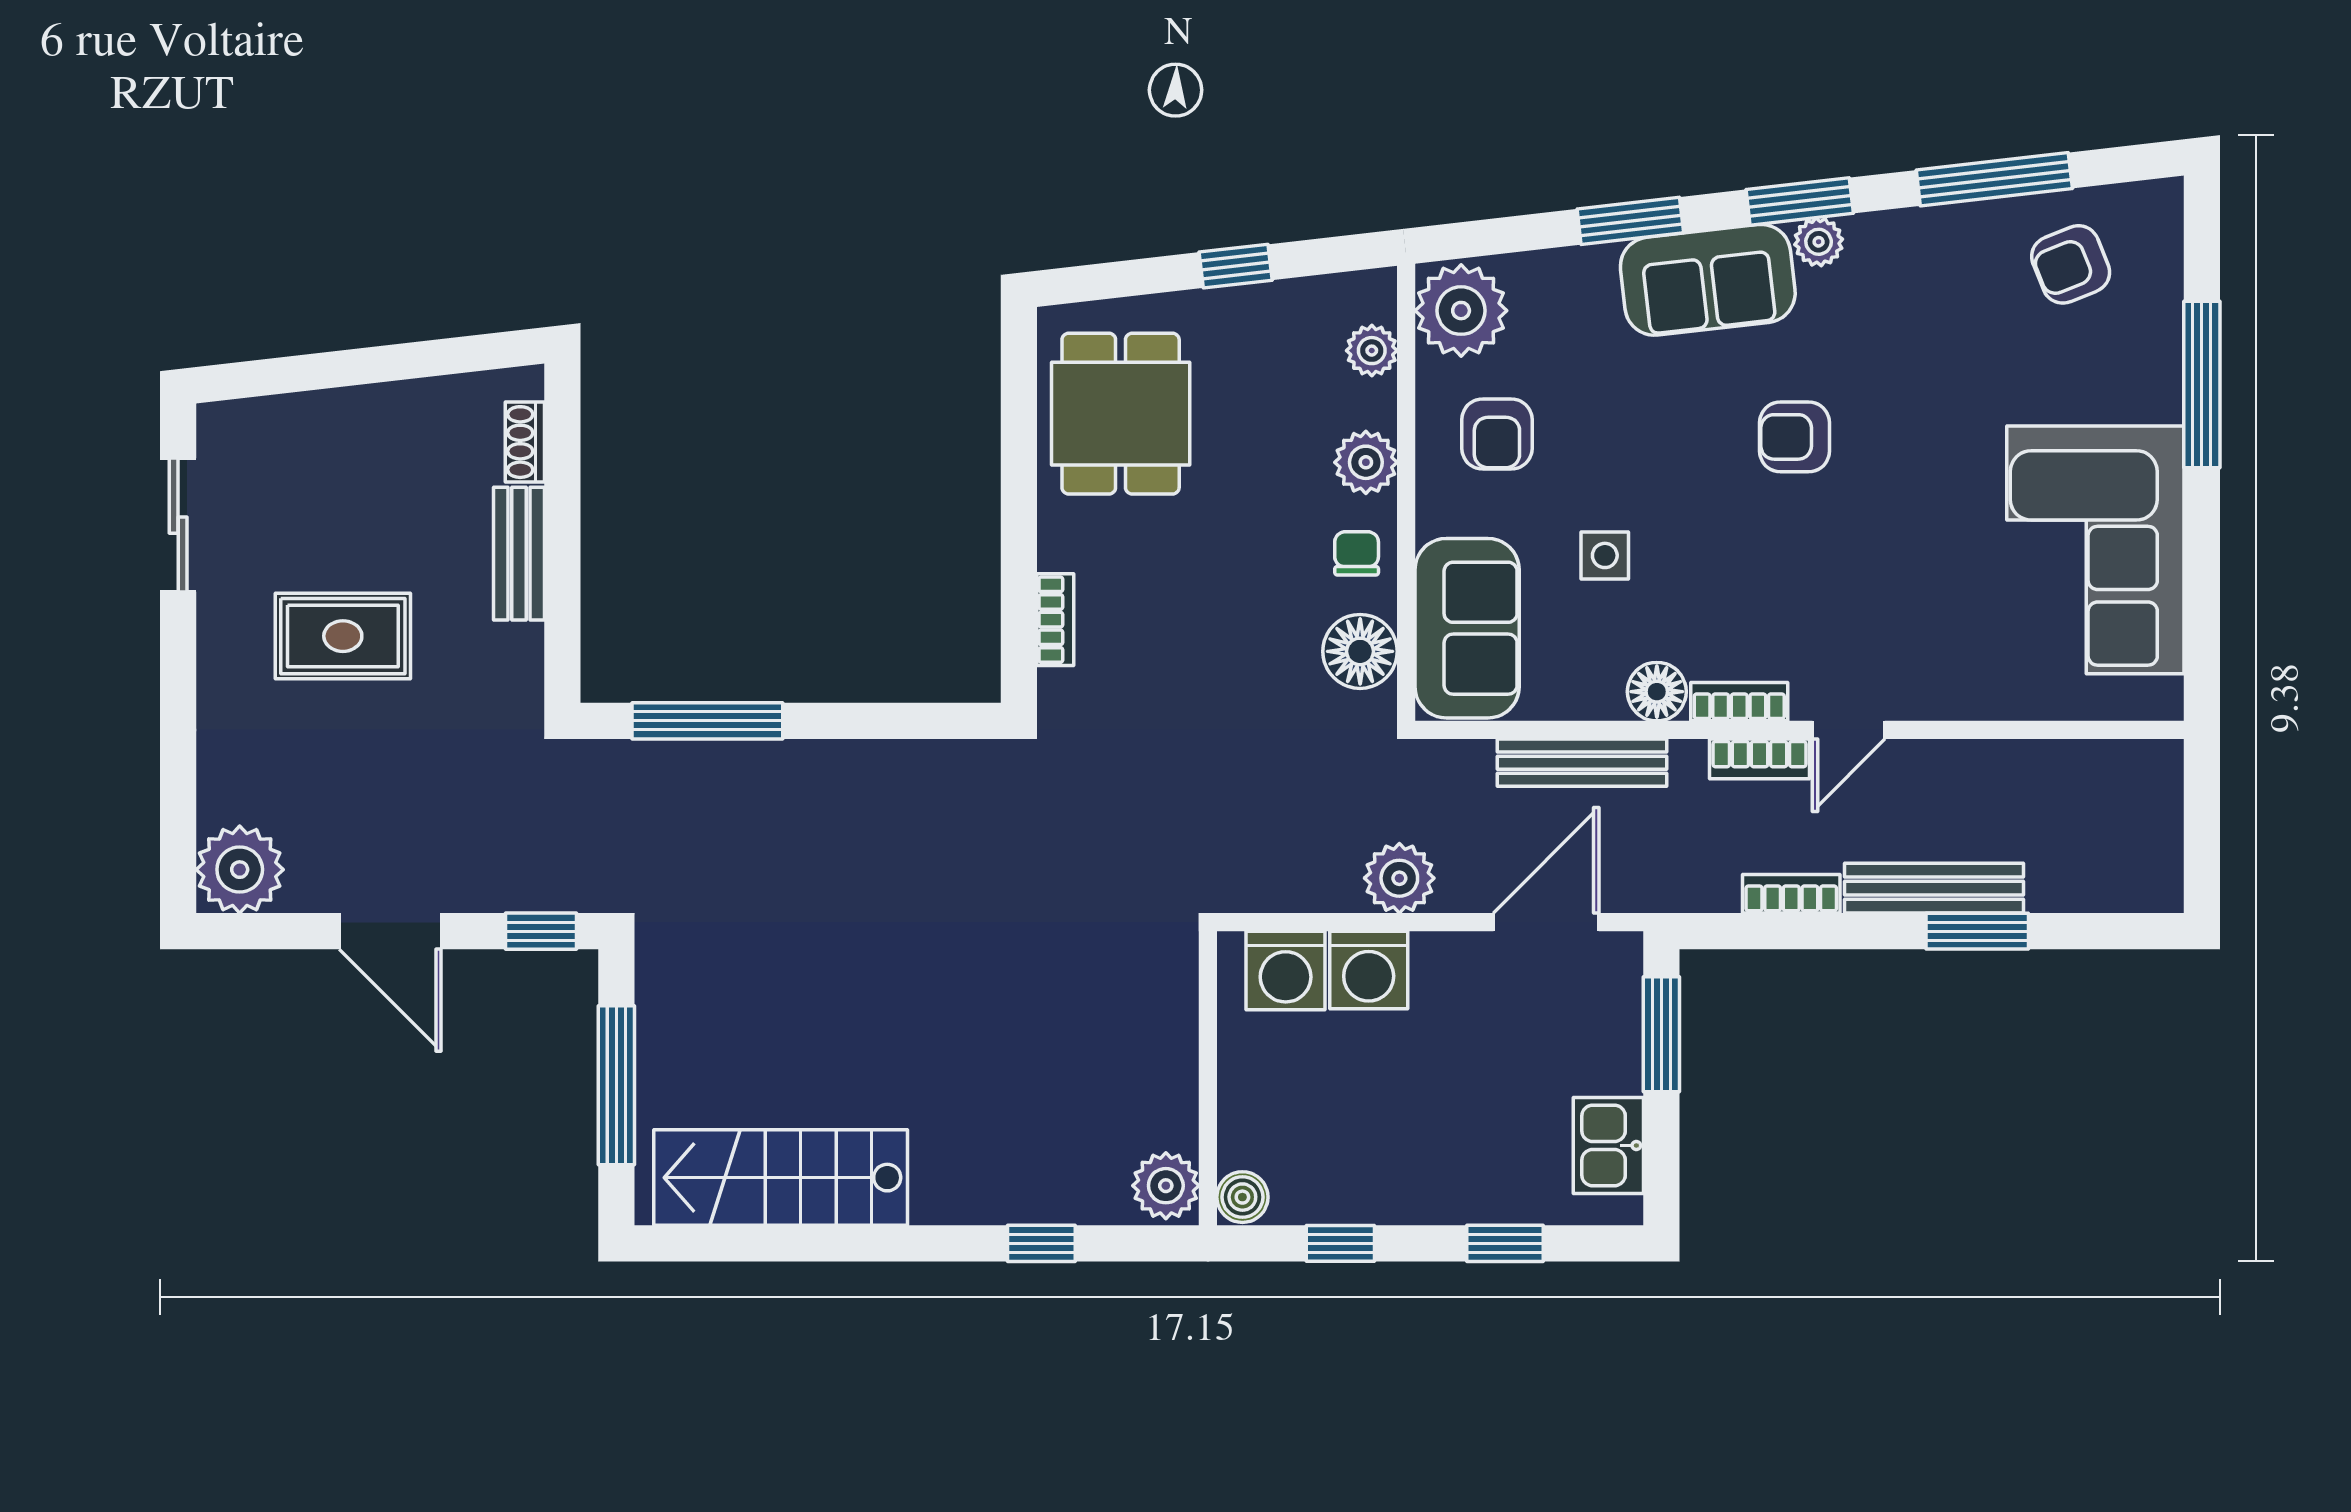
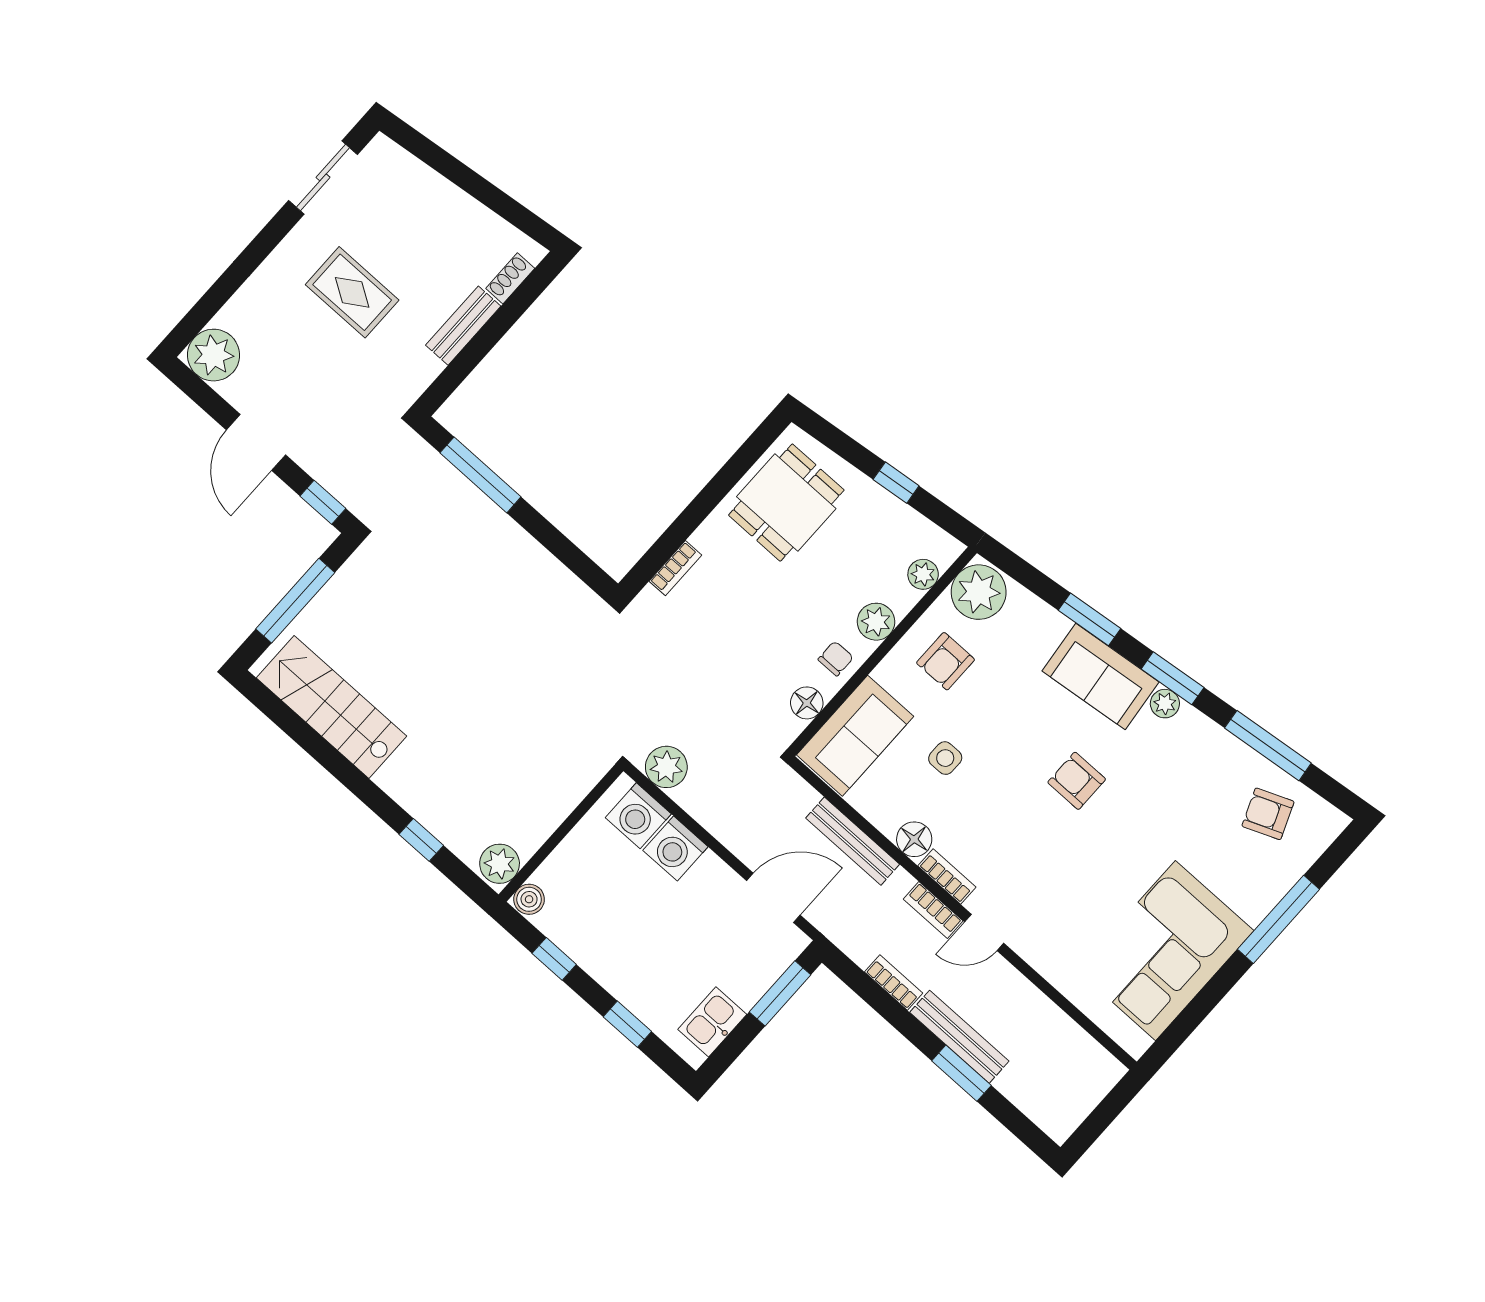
floor lamp: (1360, 651) -> (807, 703), width x0.73, depth x0.73
plant: (1399, 878) -> (666, 767), moved

